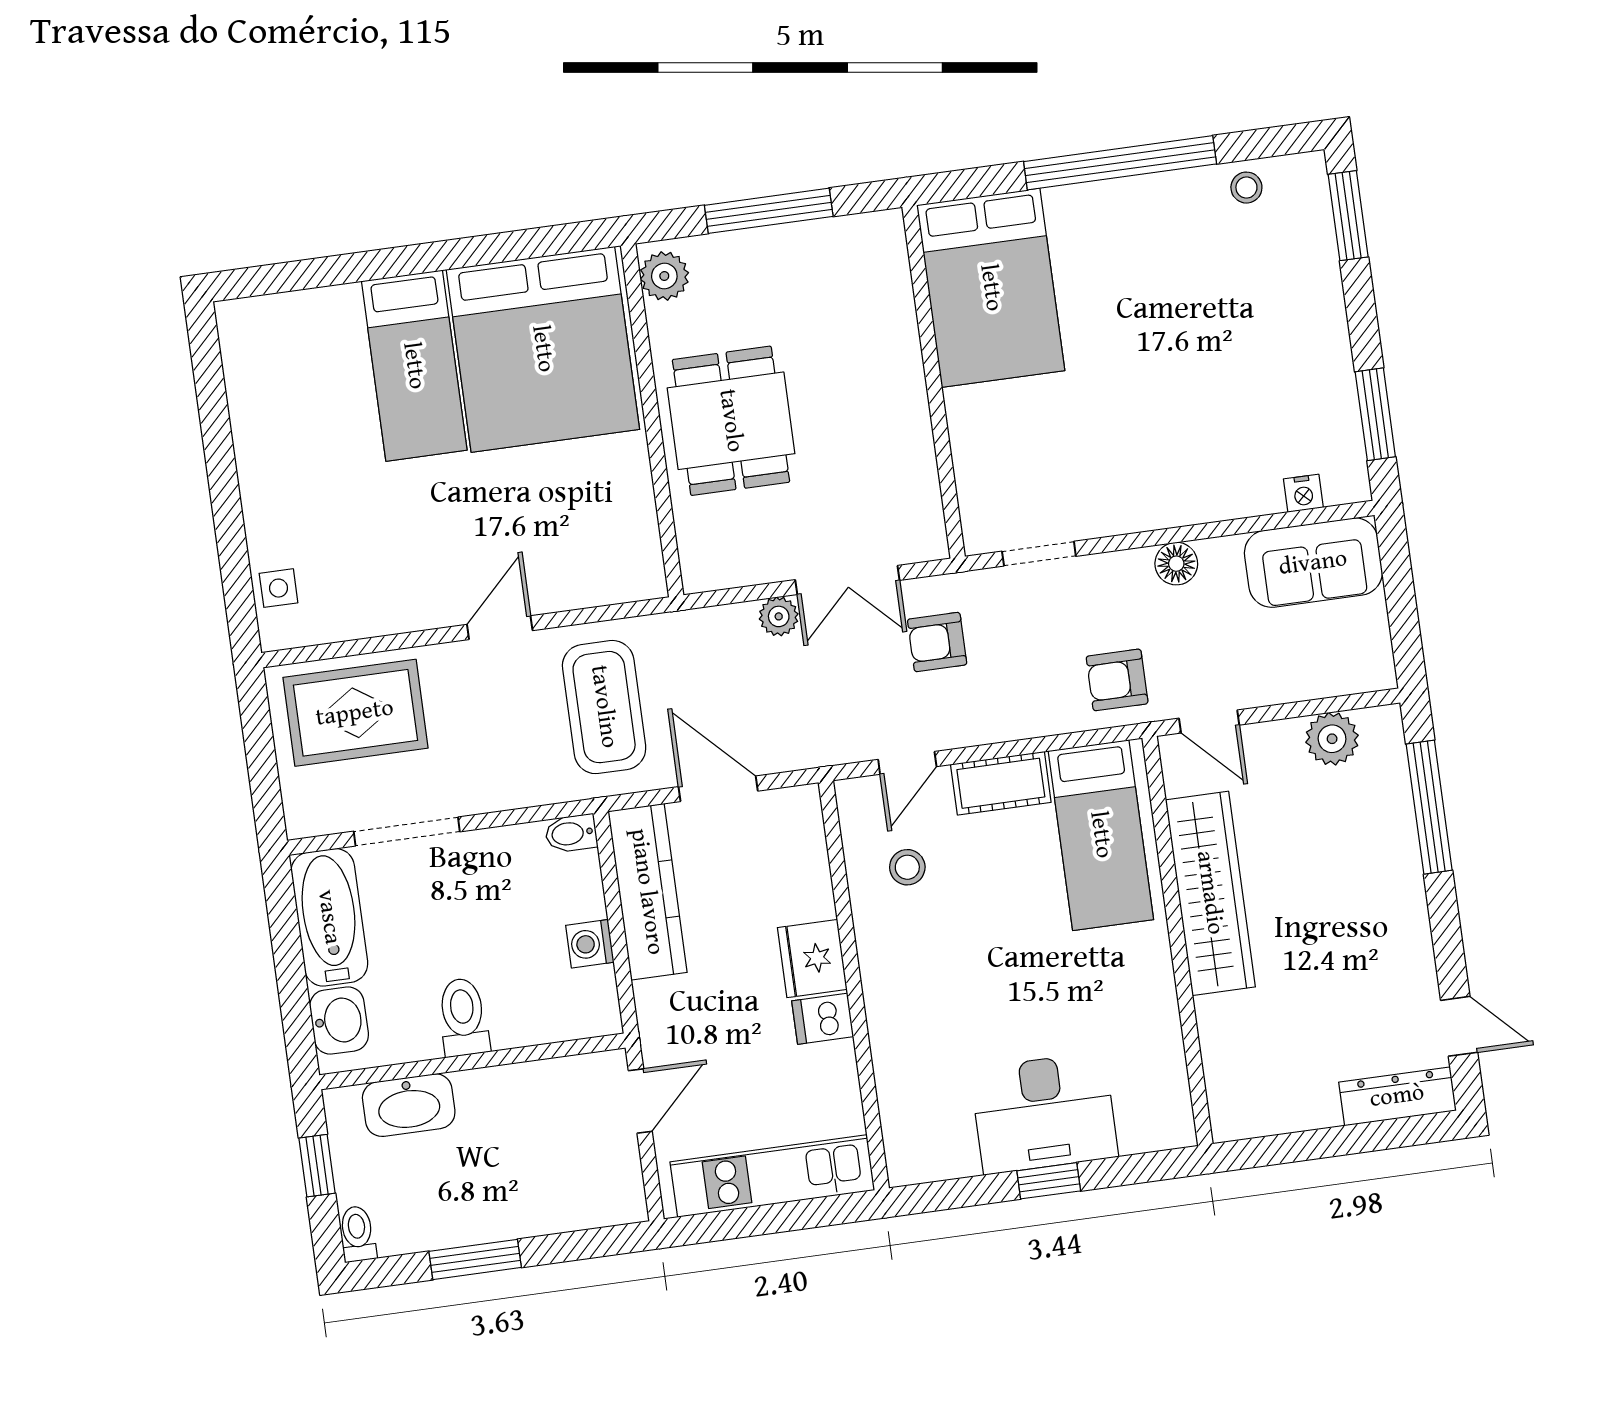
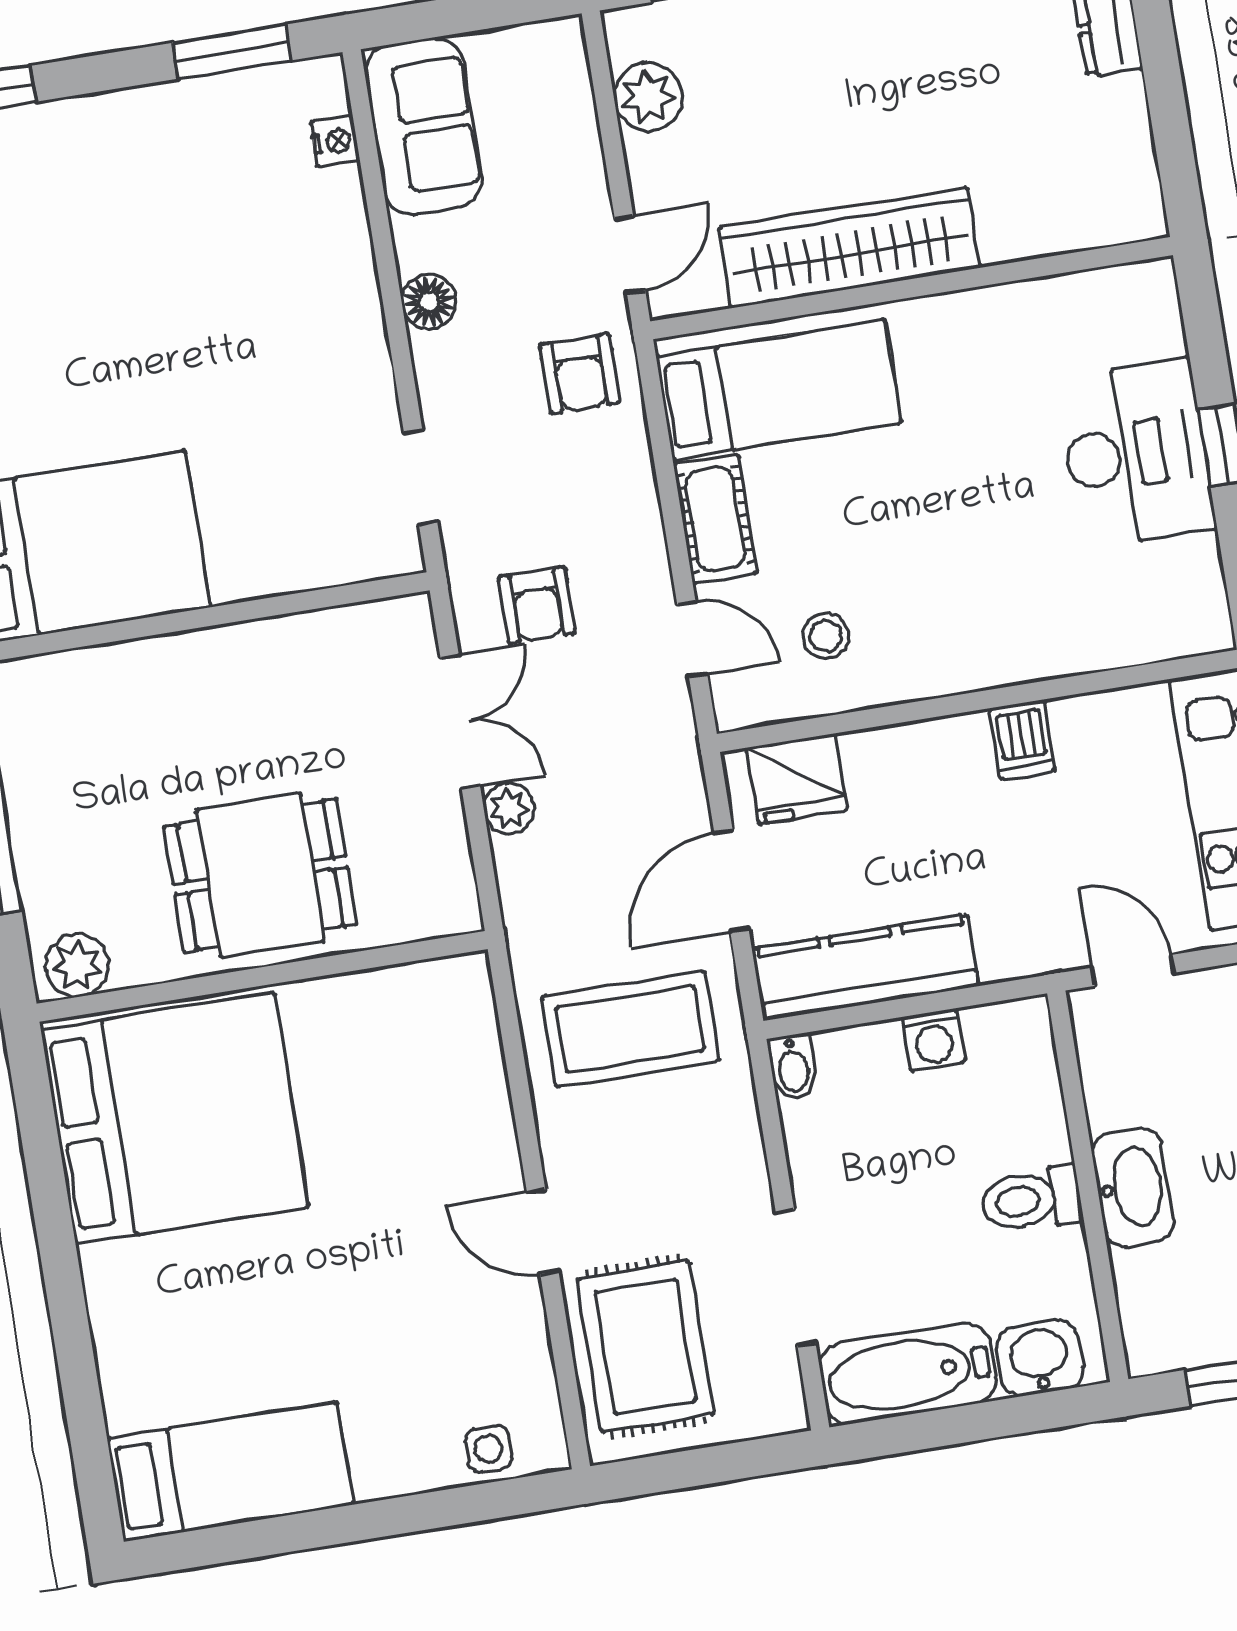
bed: (414, 366) -> (230, 1472), moved
door: (500, 628) -> (543, 1232), moved
fridge: (812, 959) -> (797, 779), moved
washbasin: (409, 1105) -> (1133, 1187), moved

